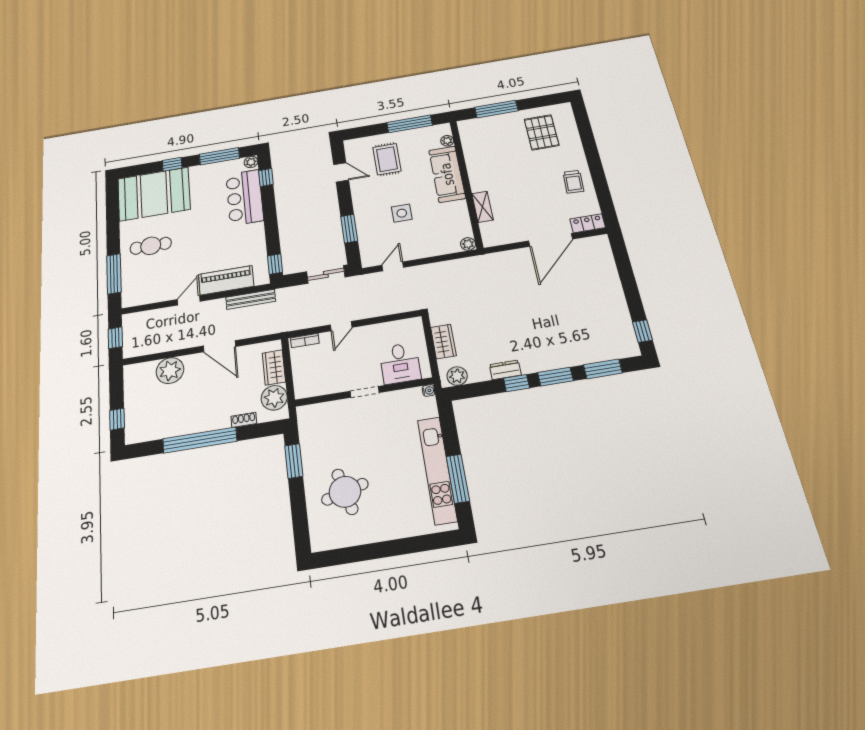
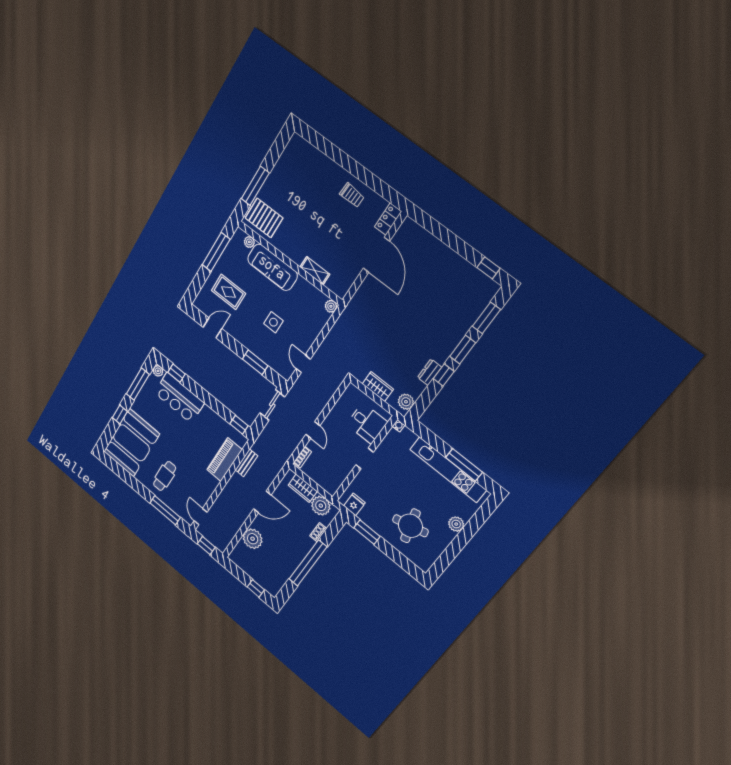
pallet: (542, 132) -> (264, 218), moved
bench: (251, 299) -> (246, 463), width x0.73
door: (189, 300) -> (201, 517), moved
fridge: (309, 424) -> (354, 504), added
plant: (394, 529) -> (456, 524), added

